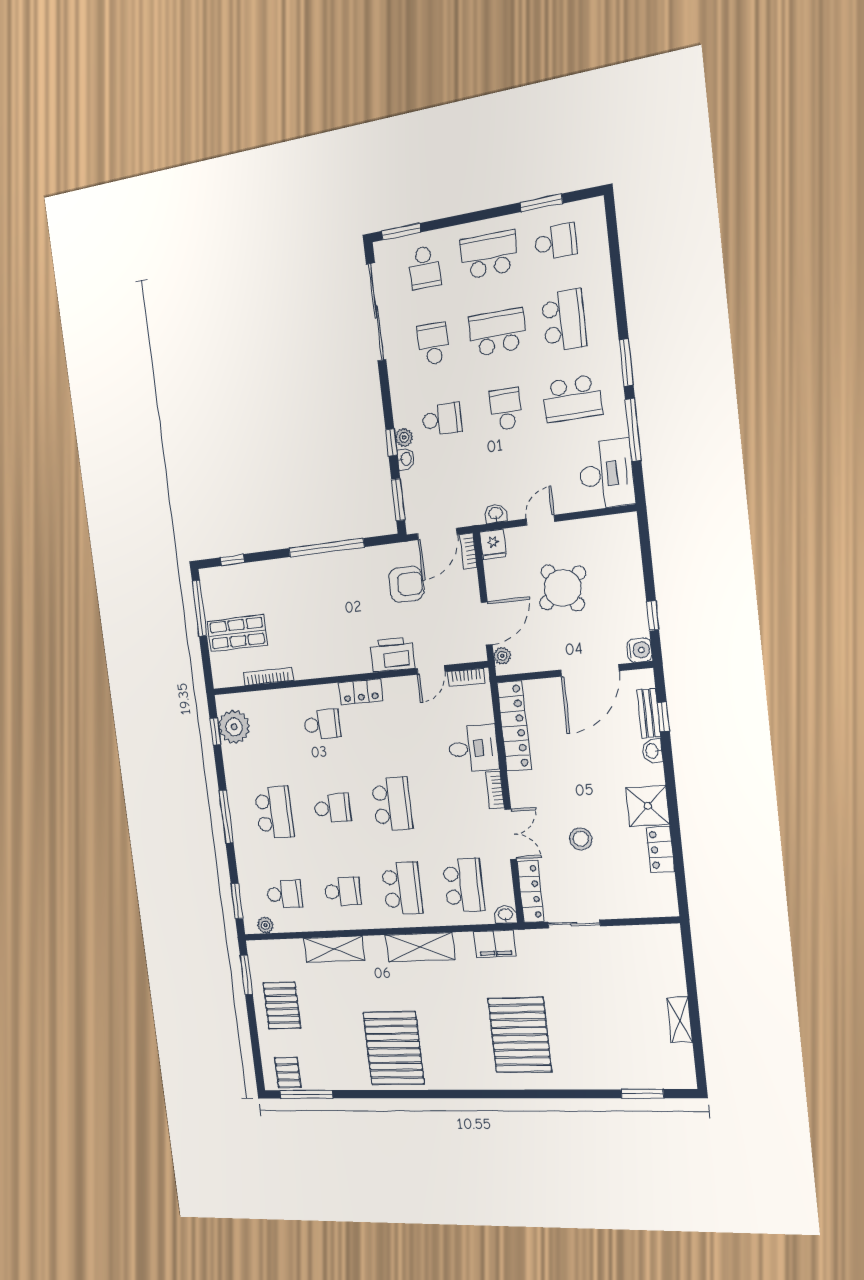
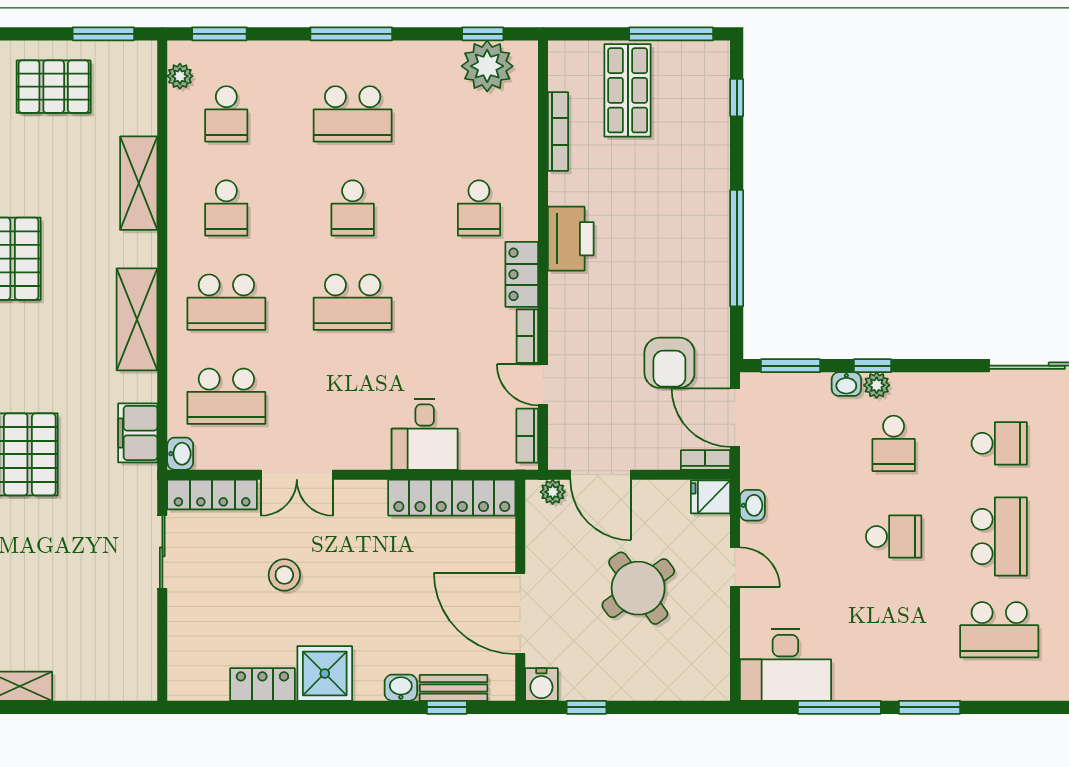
school desk: (572, 398) -> (894, 630), removed
printer: (392, 655) -> (571, 239), moved
bookcase: (495, 790) -> (527, 336), moved, turned -90

